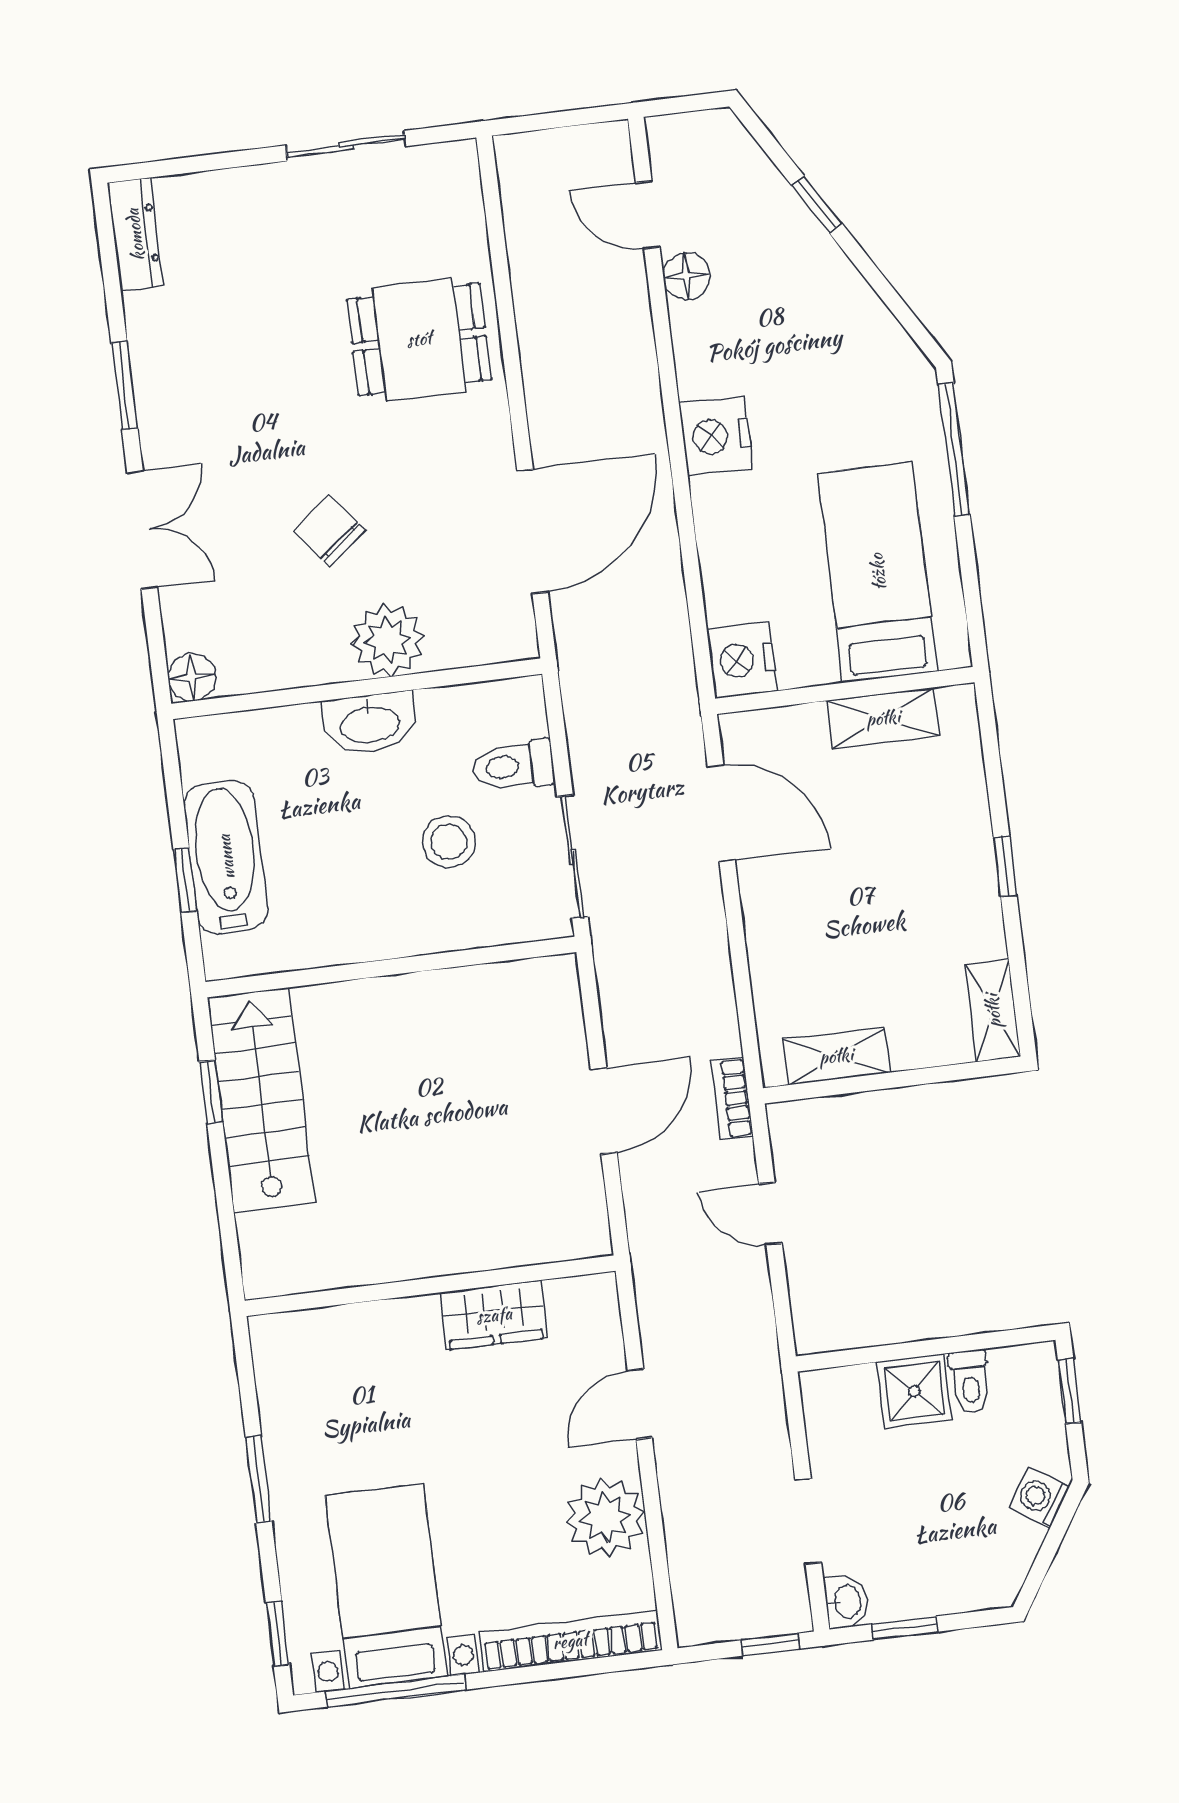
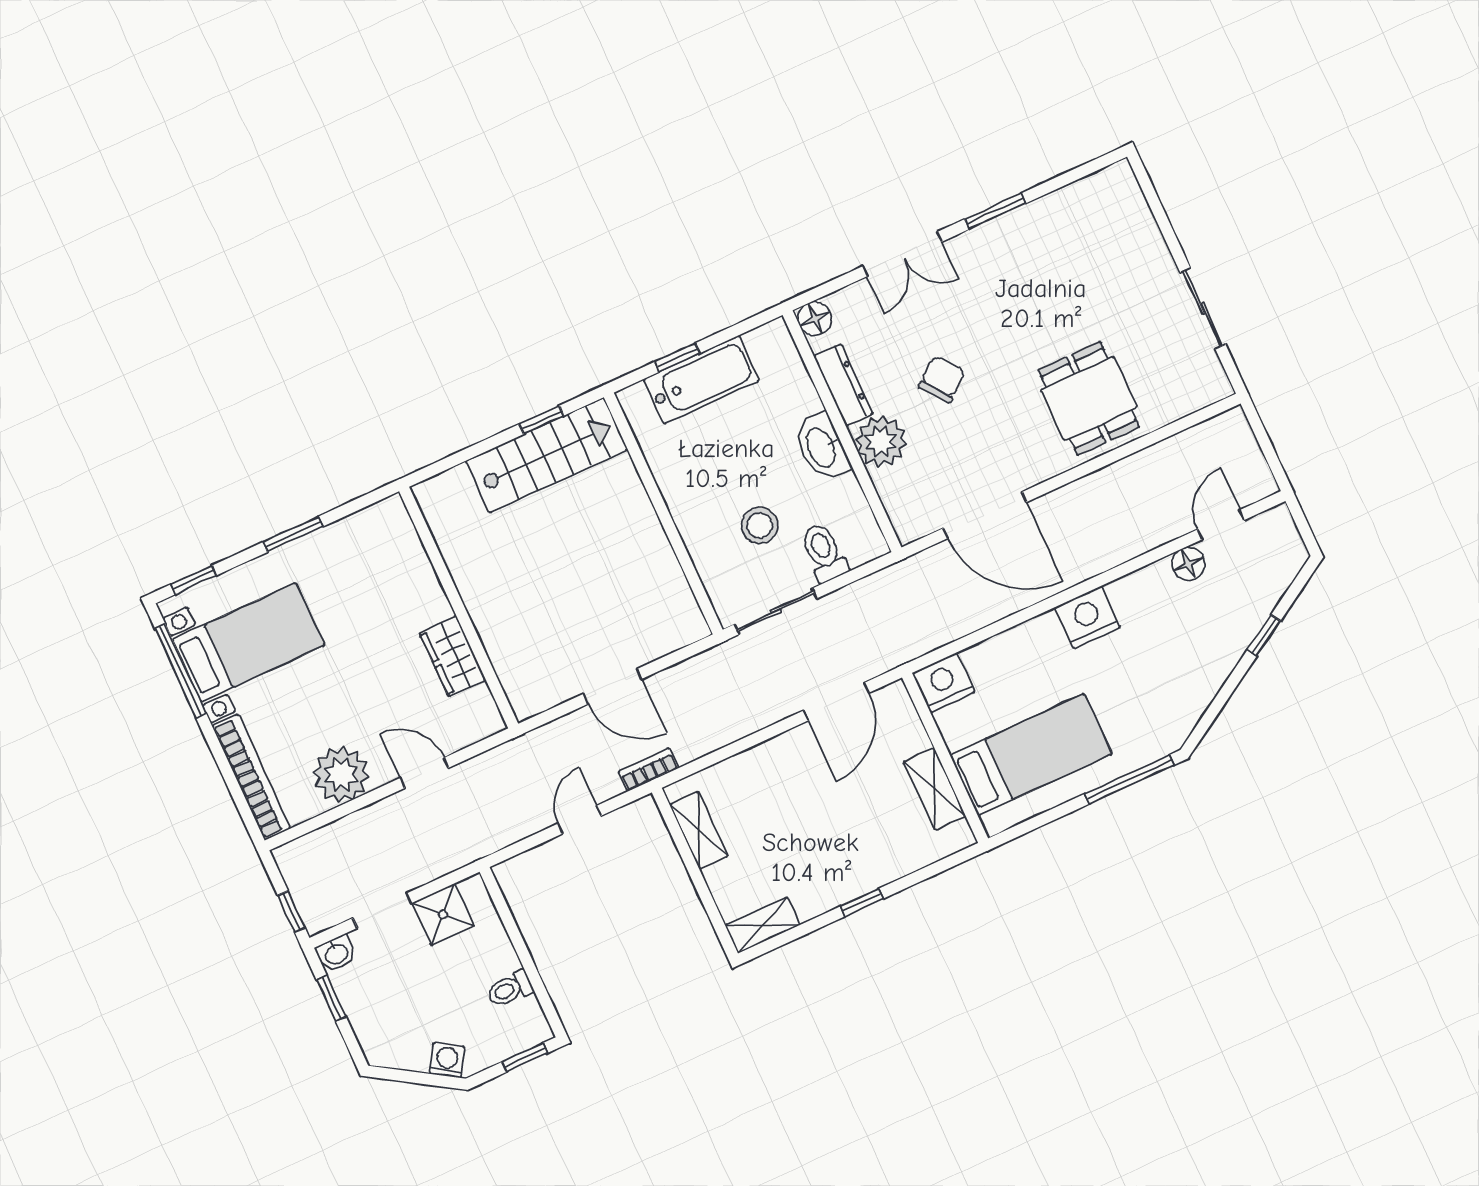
dresser: (135, 235) -> (843, 385), moved, turned -90
shower: (914, 1391) -> (443, 914), moved

